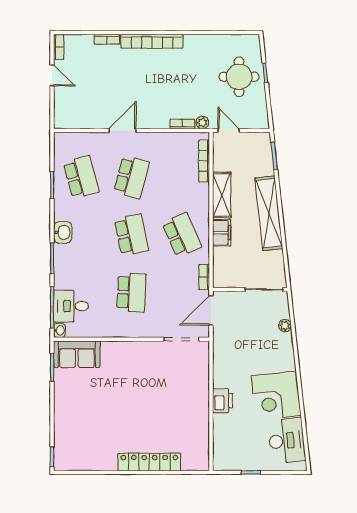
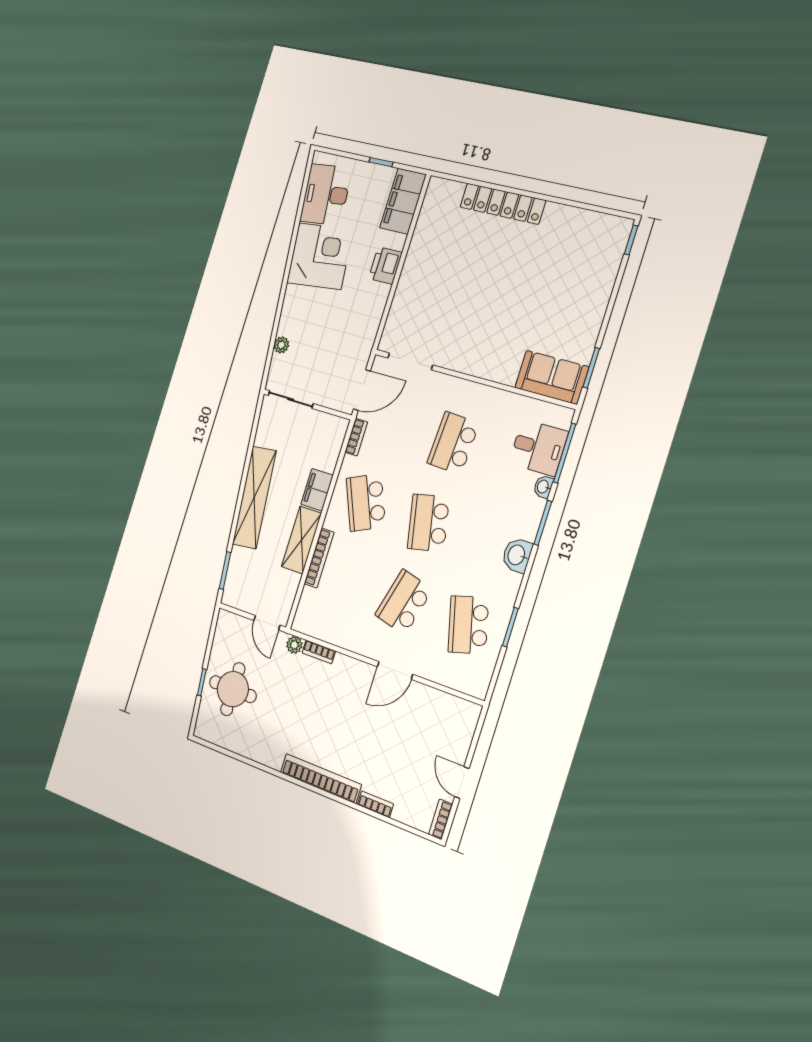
bookcase: (204, 161) -> (319, 558), moved
washbasin: (59, 330) -> (543, 487), moved
filing cabinet: (224, 448) -> (403, 201), added

